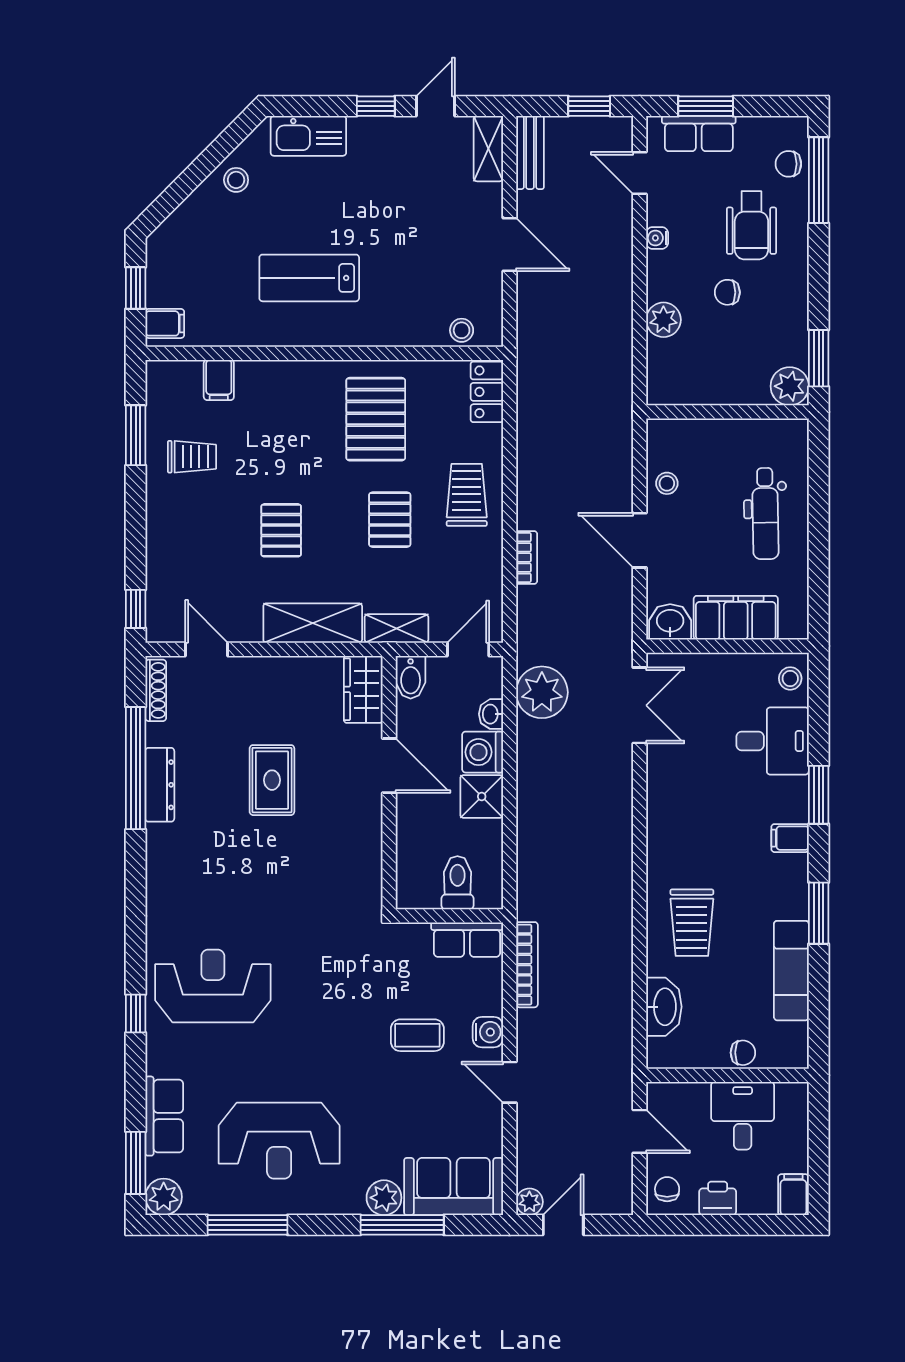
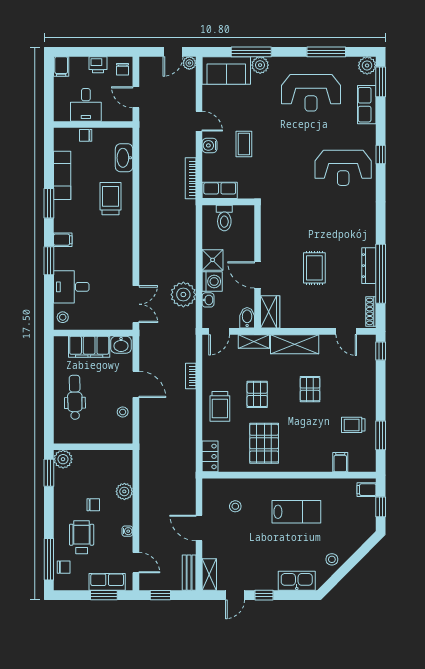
stool: (462, 330) -> (235, 506), moved
plant: (542, 692) -> (183, 295), moved
double door: (640, 705) -> (136, 304), swing flipped
coffee table: (417, 1035) -> (244, 144), turned 90
reception desk: (279, 1141) -> (311, 93), turned 180

